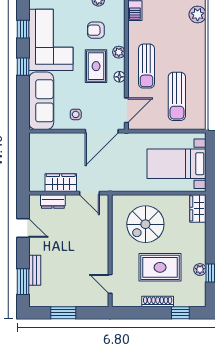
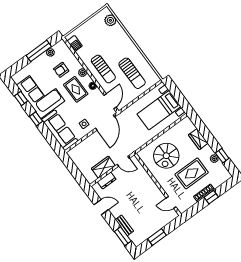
wardrobe: (198, 208) -> (198, 139), moved
window: (180, 313) -> (211, 197), moved

